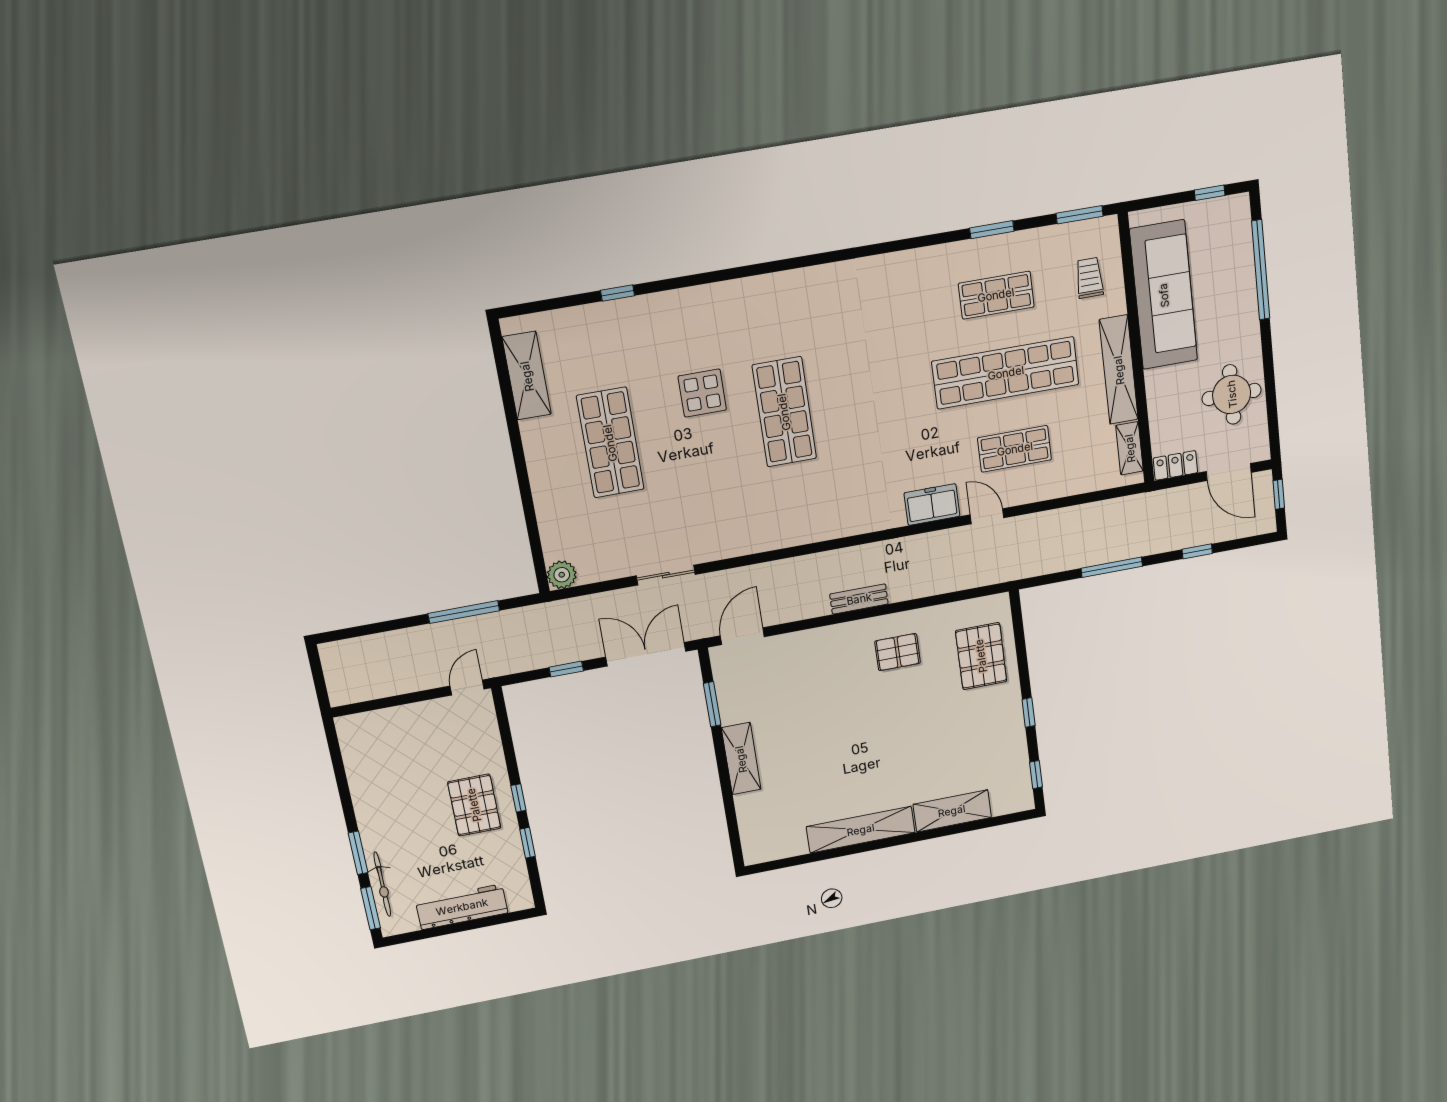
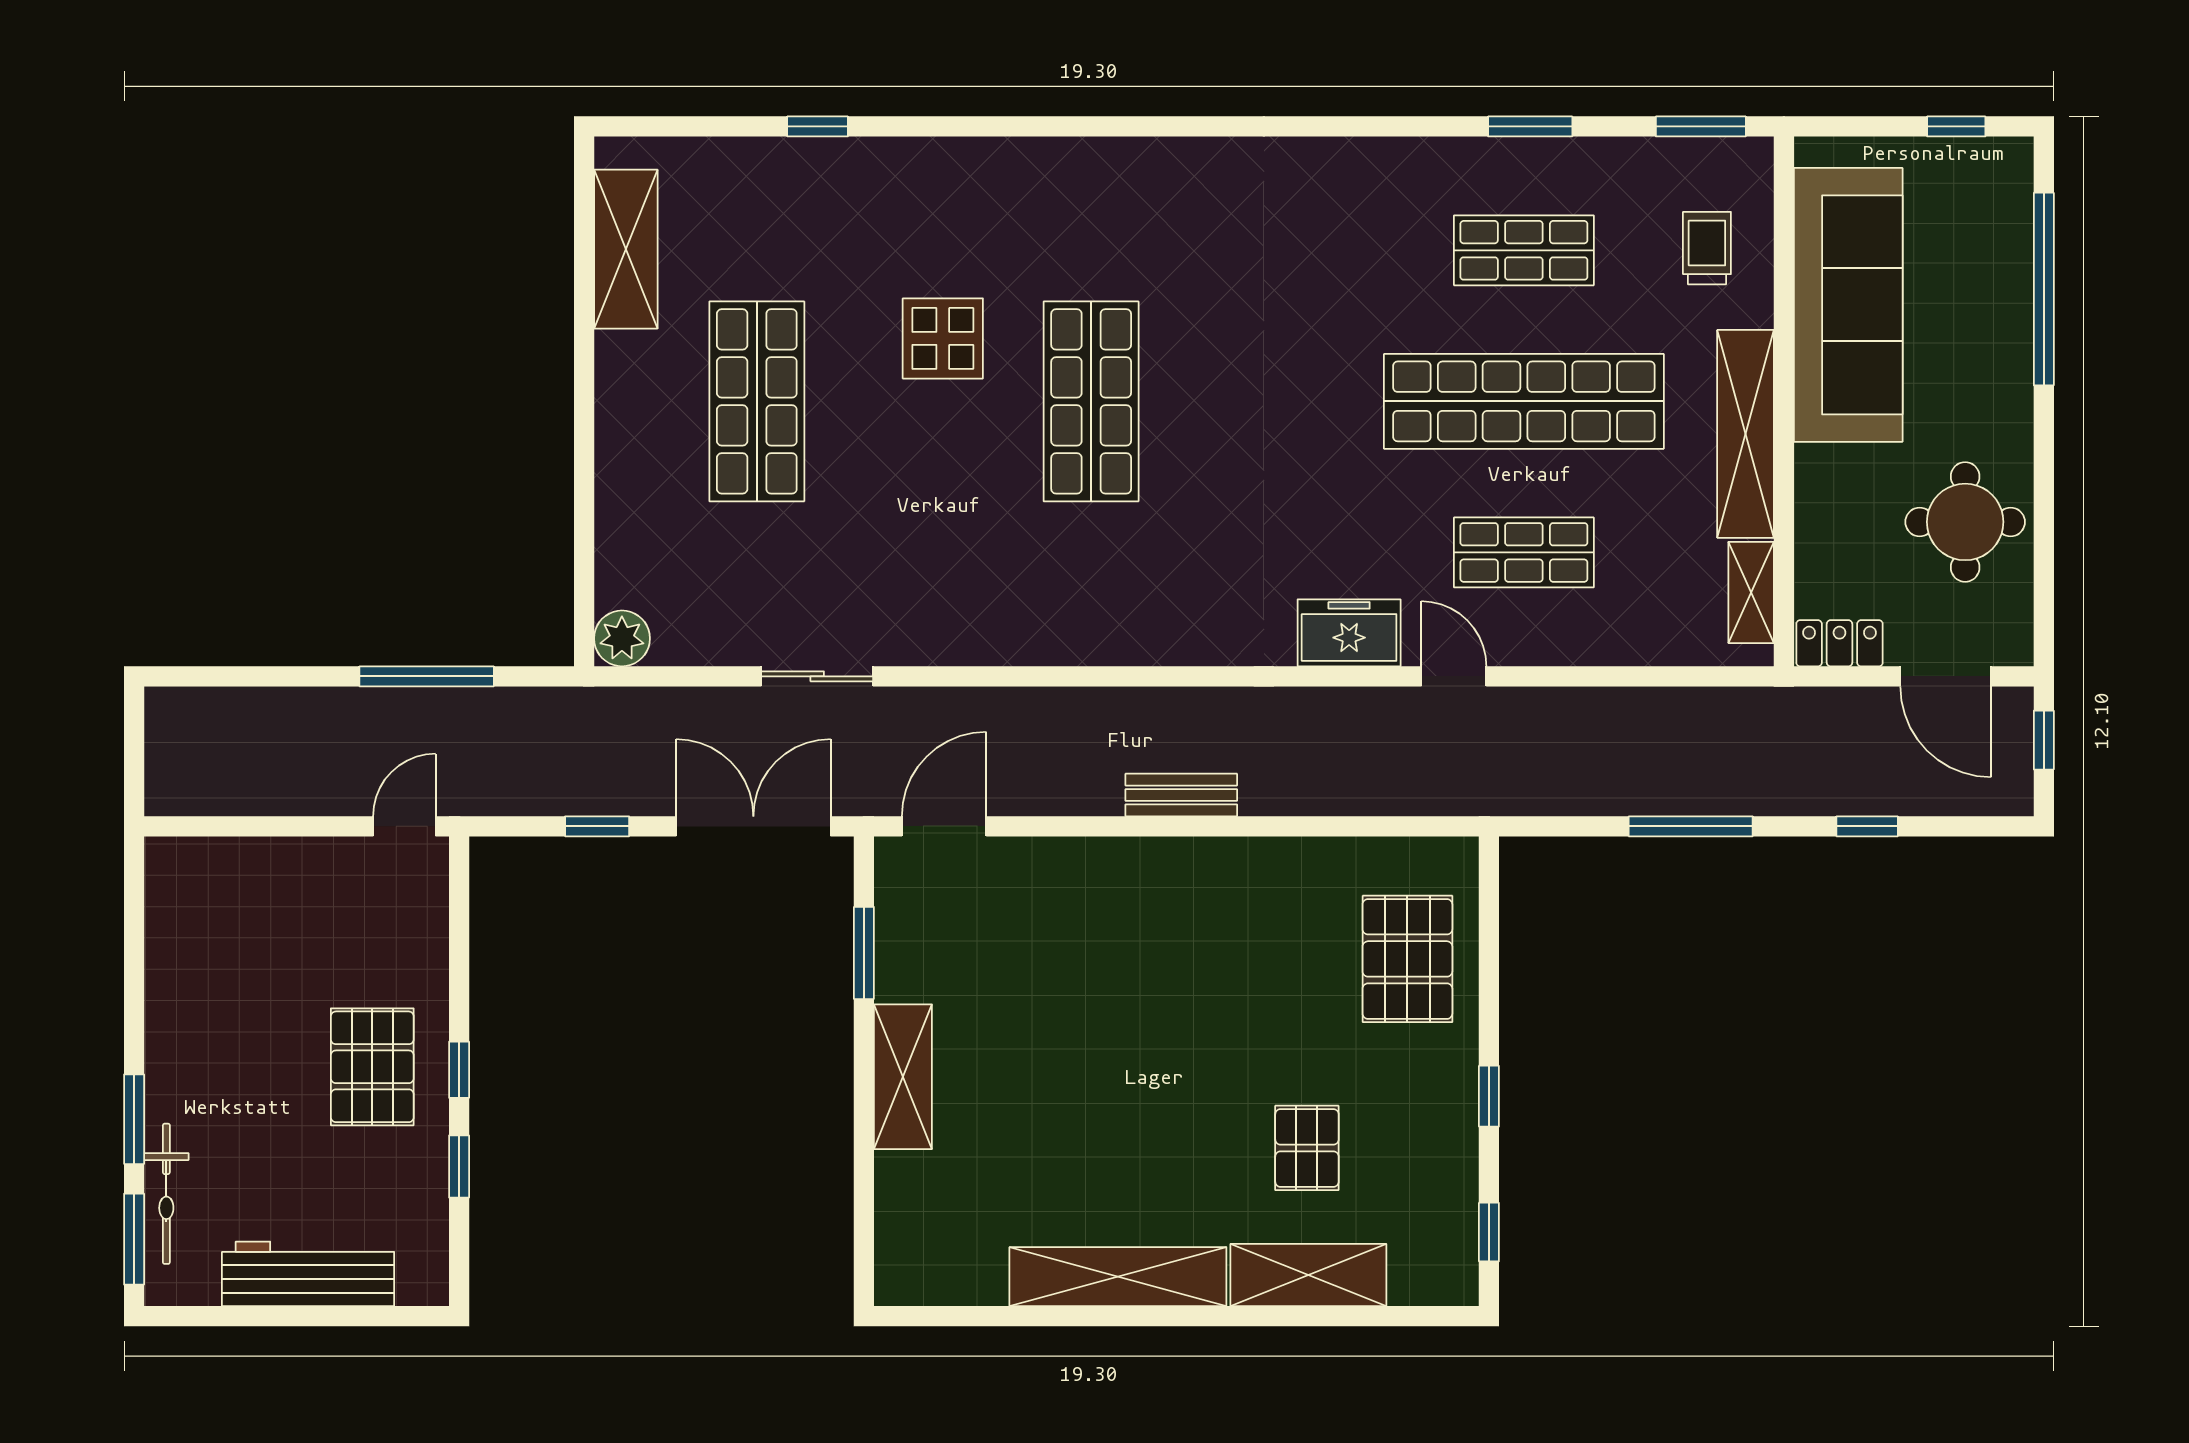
pallet: (898, 652) -> (1307, 1148), moved, turned 90

